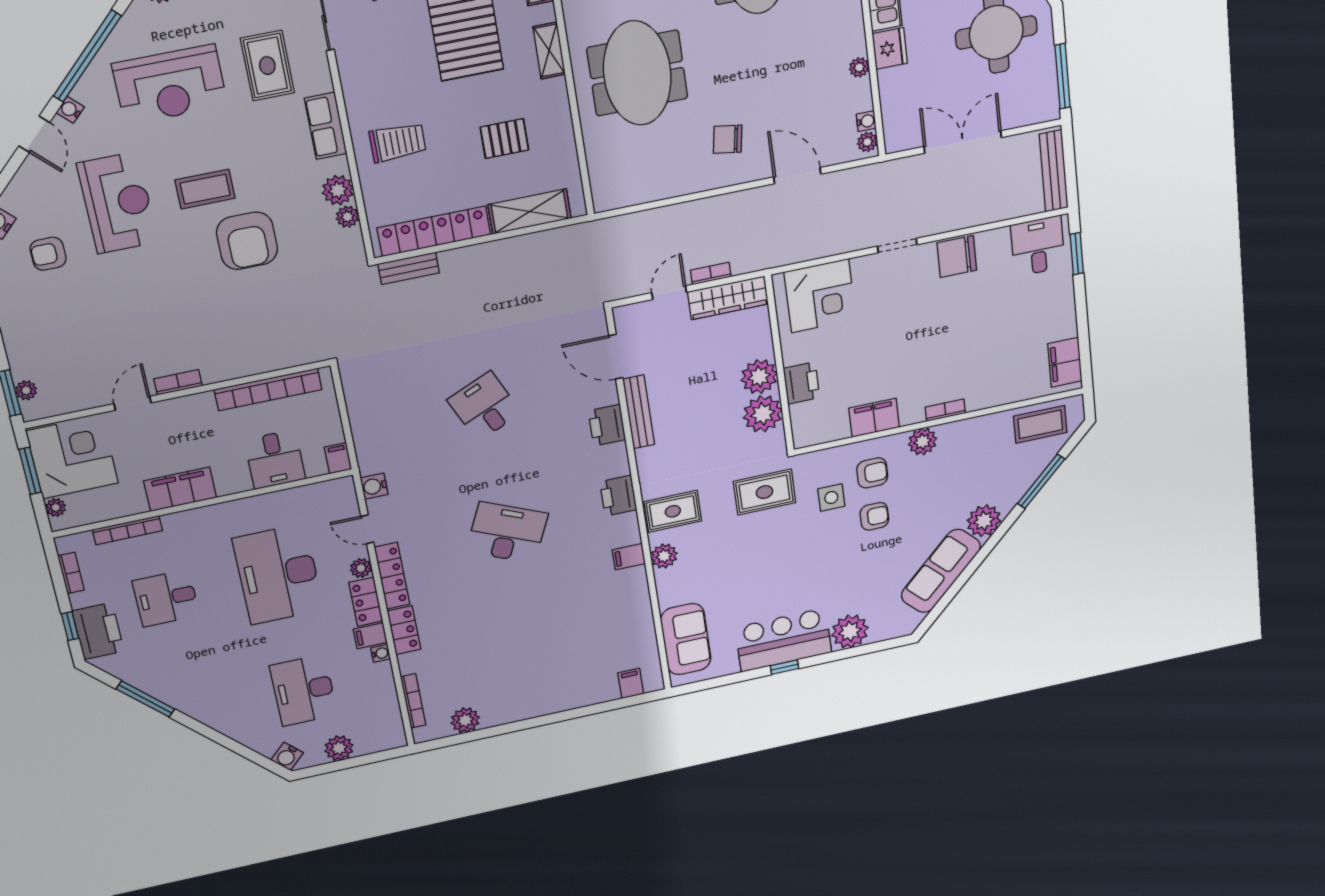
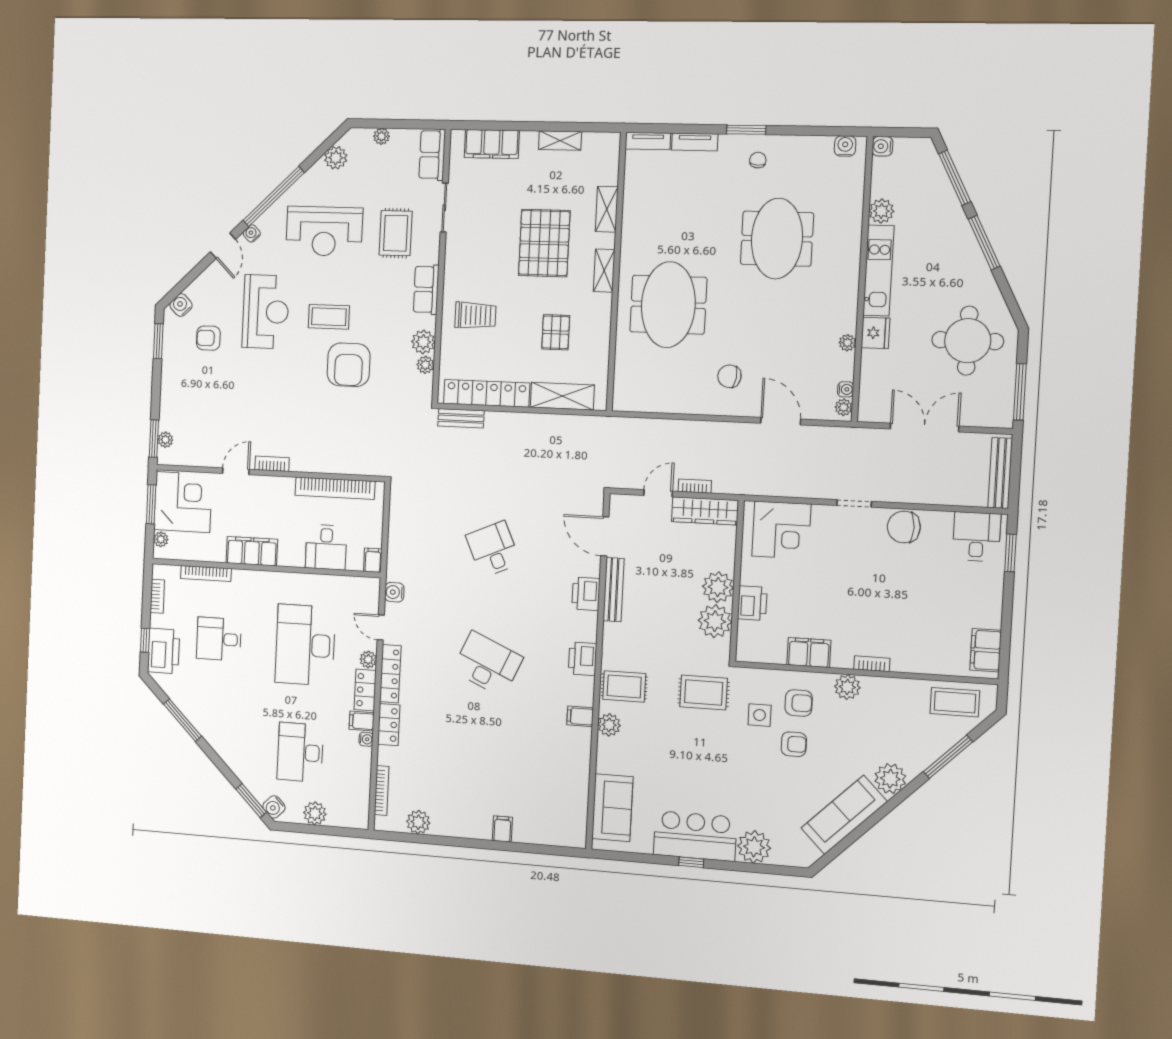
pallet: (504, 139) -> (556, 332), turned 90
filing cabinet: (631, 683) -> (502, 829), moved
window: (257, 758) -> (251, 801), added

